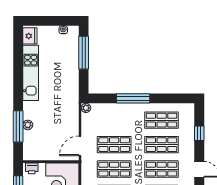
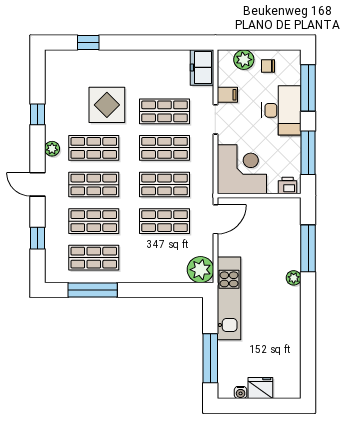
fridge: (30, 36) -> (260, 388), moved, turned 90
kitchen unit: (31, 73) -> (229, 298), moved, turned 180
window: (133, 98) -> (93, 290), moved
plant: (86, 108) -> (201, 270), width x1.88, depth x1.88
plant: (28, 125) -> (294, 278), moved

